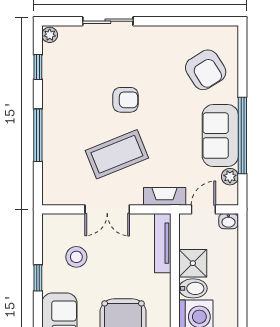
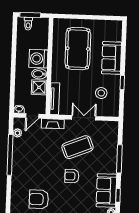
armchair: (206, 70) -> (39, 199), moved, turned -58
sofa: (220, 136) -> (106, 190), moved, turned 180

